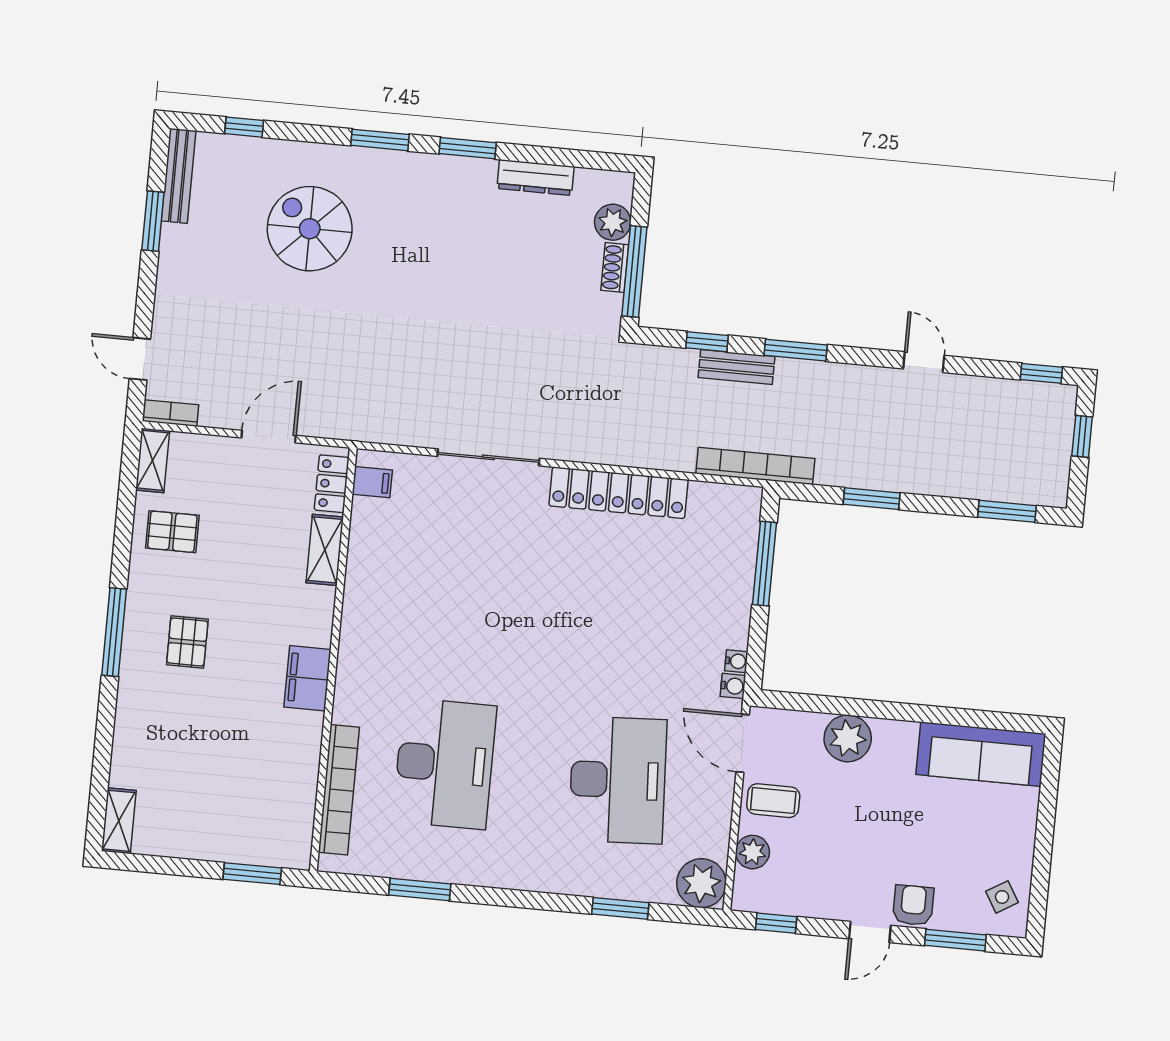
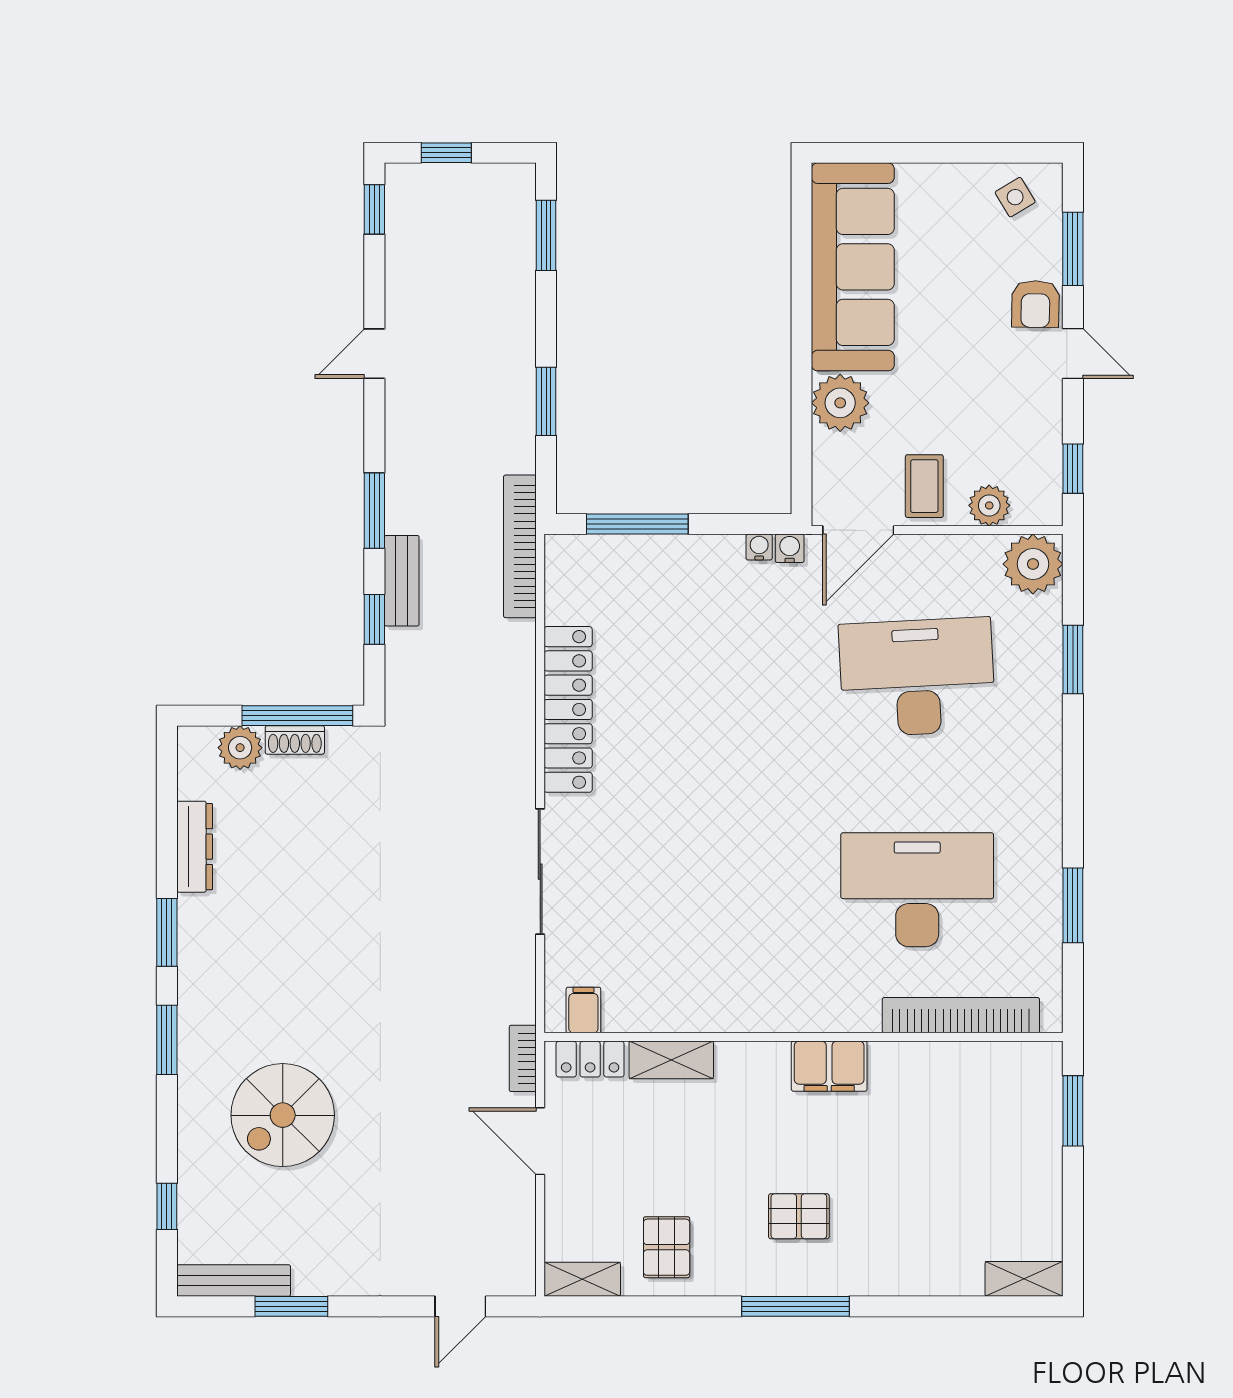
bookcase: (170, 413) -> (523, 1058), moved
sofa: (981, 754) -> (853, 267), width x1.36, depth x1.27
armchair: (913, 905) -> (1035, 304), turned -89

